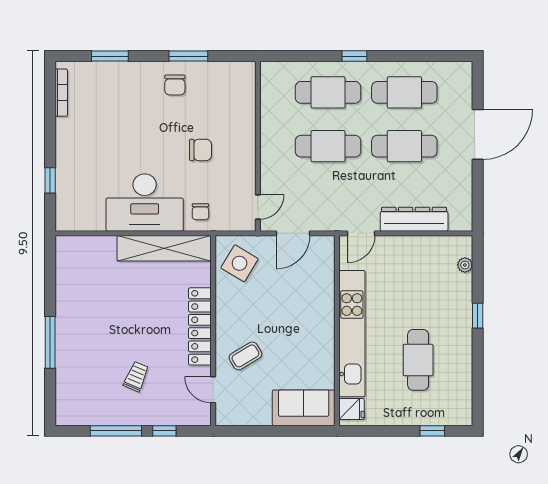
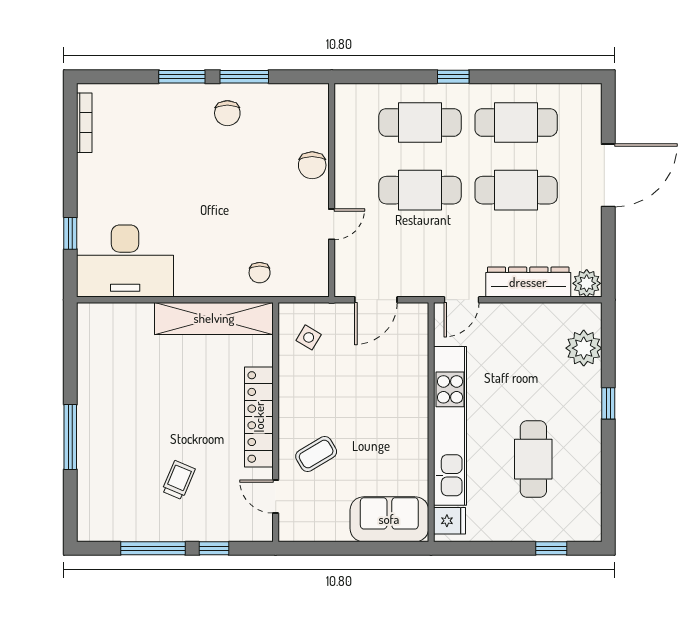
window: (110, 56) -> (182, 77), moved
chair: (200, 150) -> (312, 165), moved, turned 90
desk: (145, 203) -> (125, 261), moved
door: (258, 207) -> (332, 224), moved
plant: (460, 220) -> (587, 283), added
side table: (240, 263) -> (309, 337), width x0.54, depth x0.54
plant: (465, 265) -> (584, 348), width x1.87, depth x1.87

